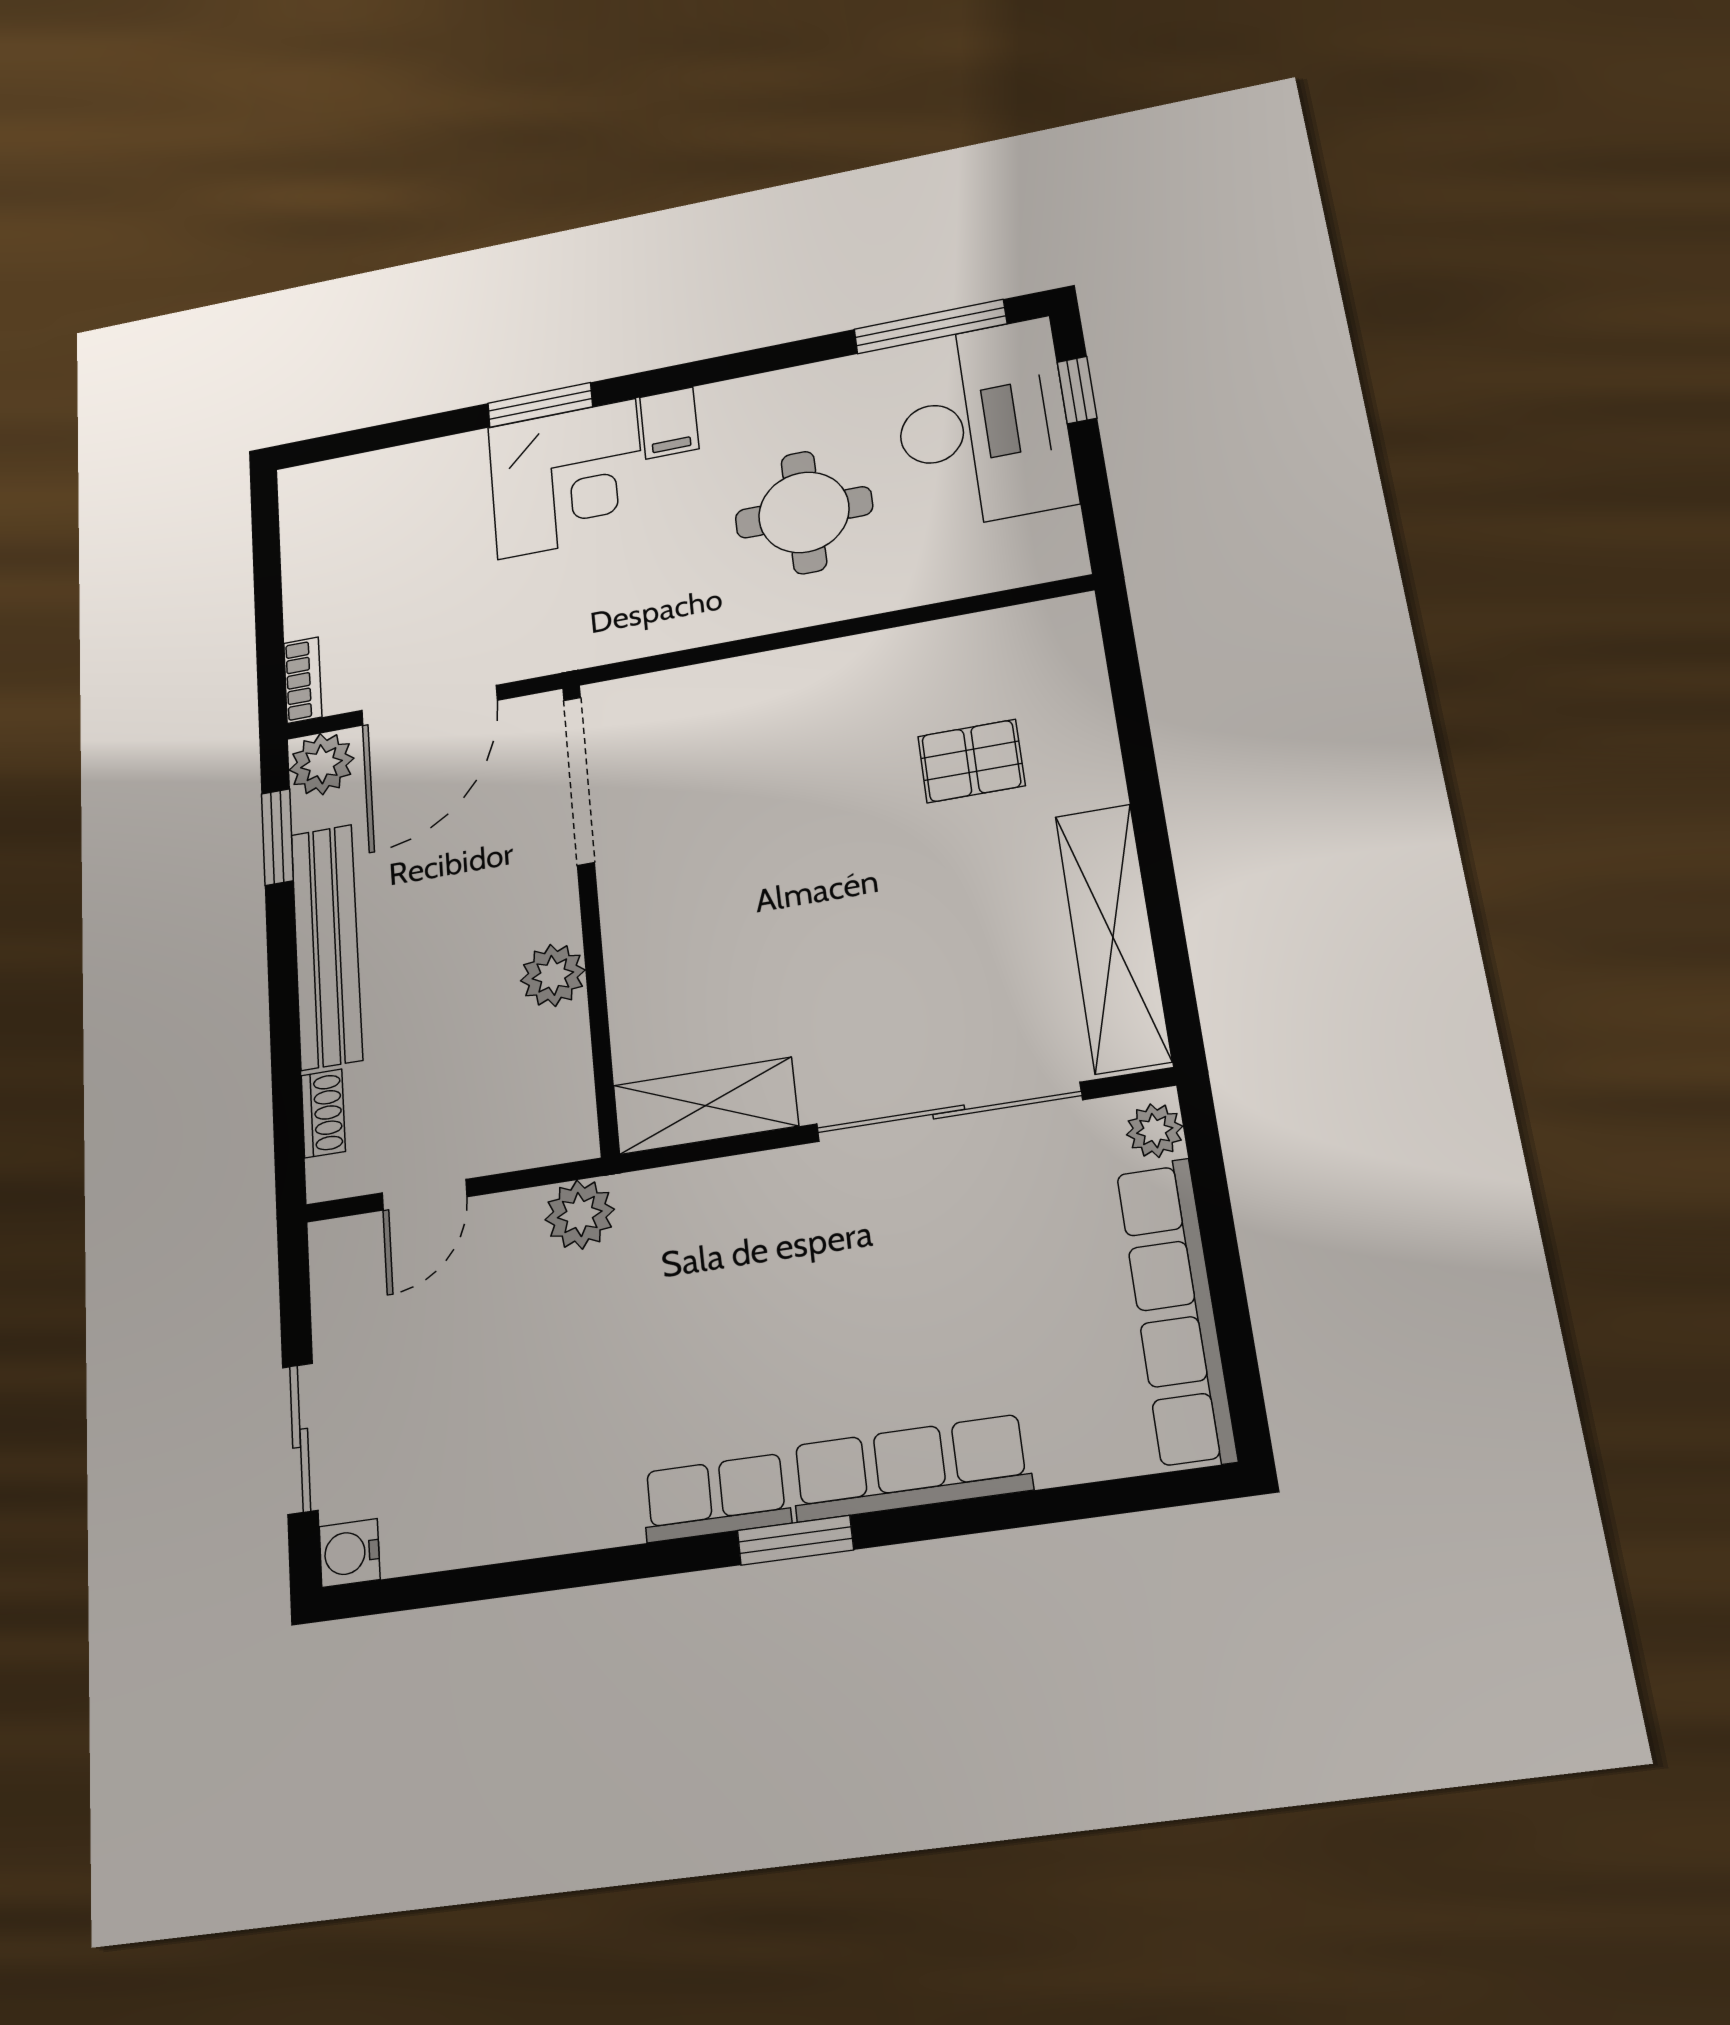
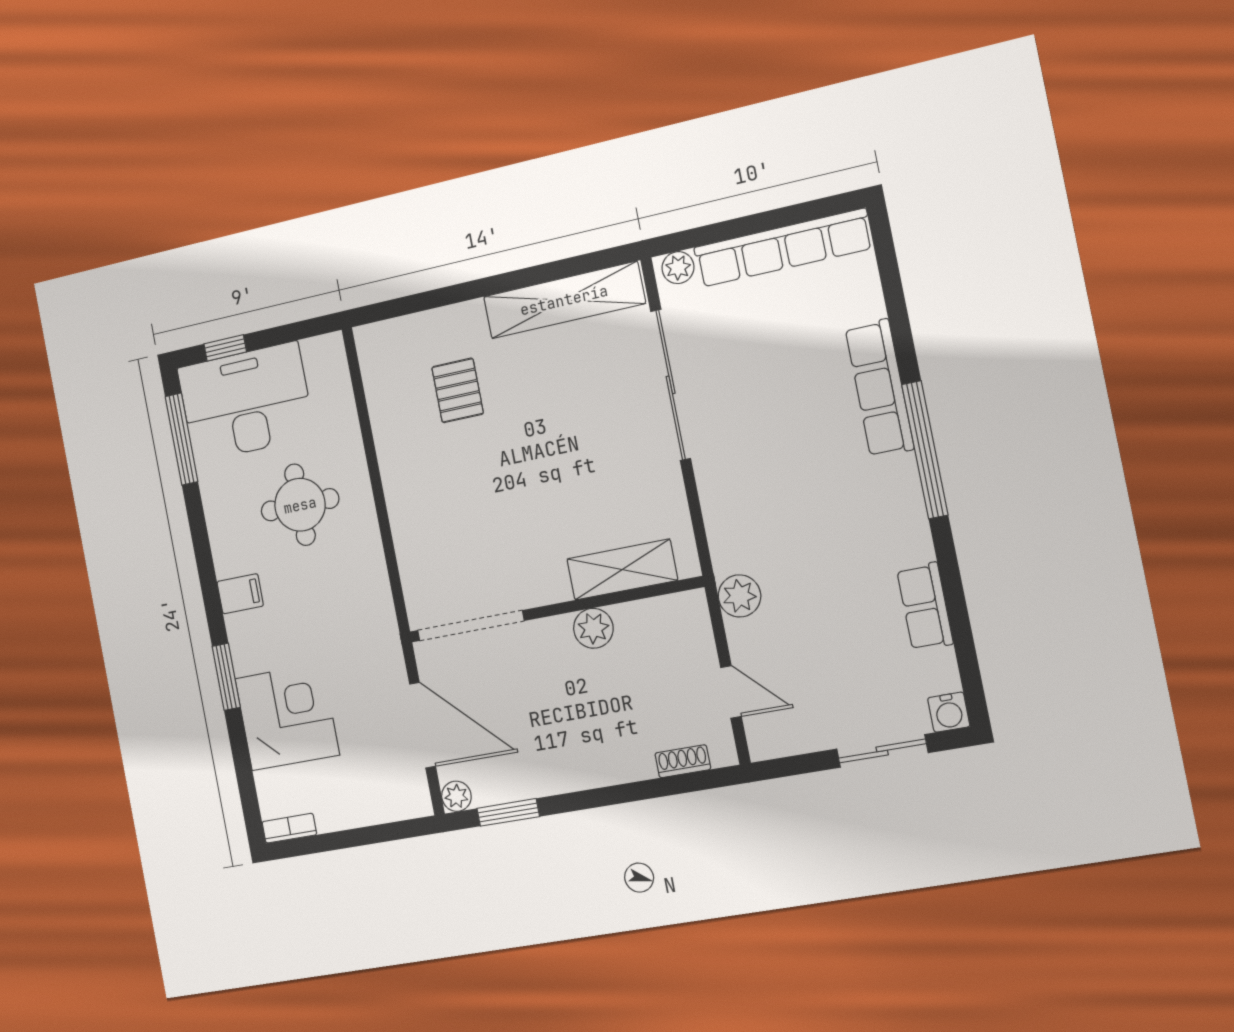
corner desk: (567, 479) -> (287, 717), moved
bookcase: (303, 680) -> (289, 828), moved
plant: (322, 764) -> (456, 796), width x0.73, depth x0.73
bench: (327, 946) -> (577, 772), removed
shelving: (705, 1106) -> (622, 570), moved, turned 90
row of seats: (716, 1498) -> (925, 606), moved
window: (795, 1540) -> (925, 450), width x2.11

